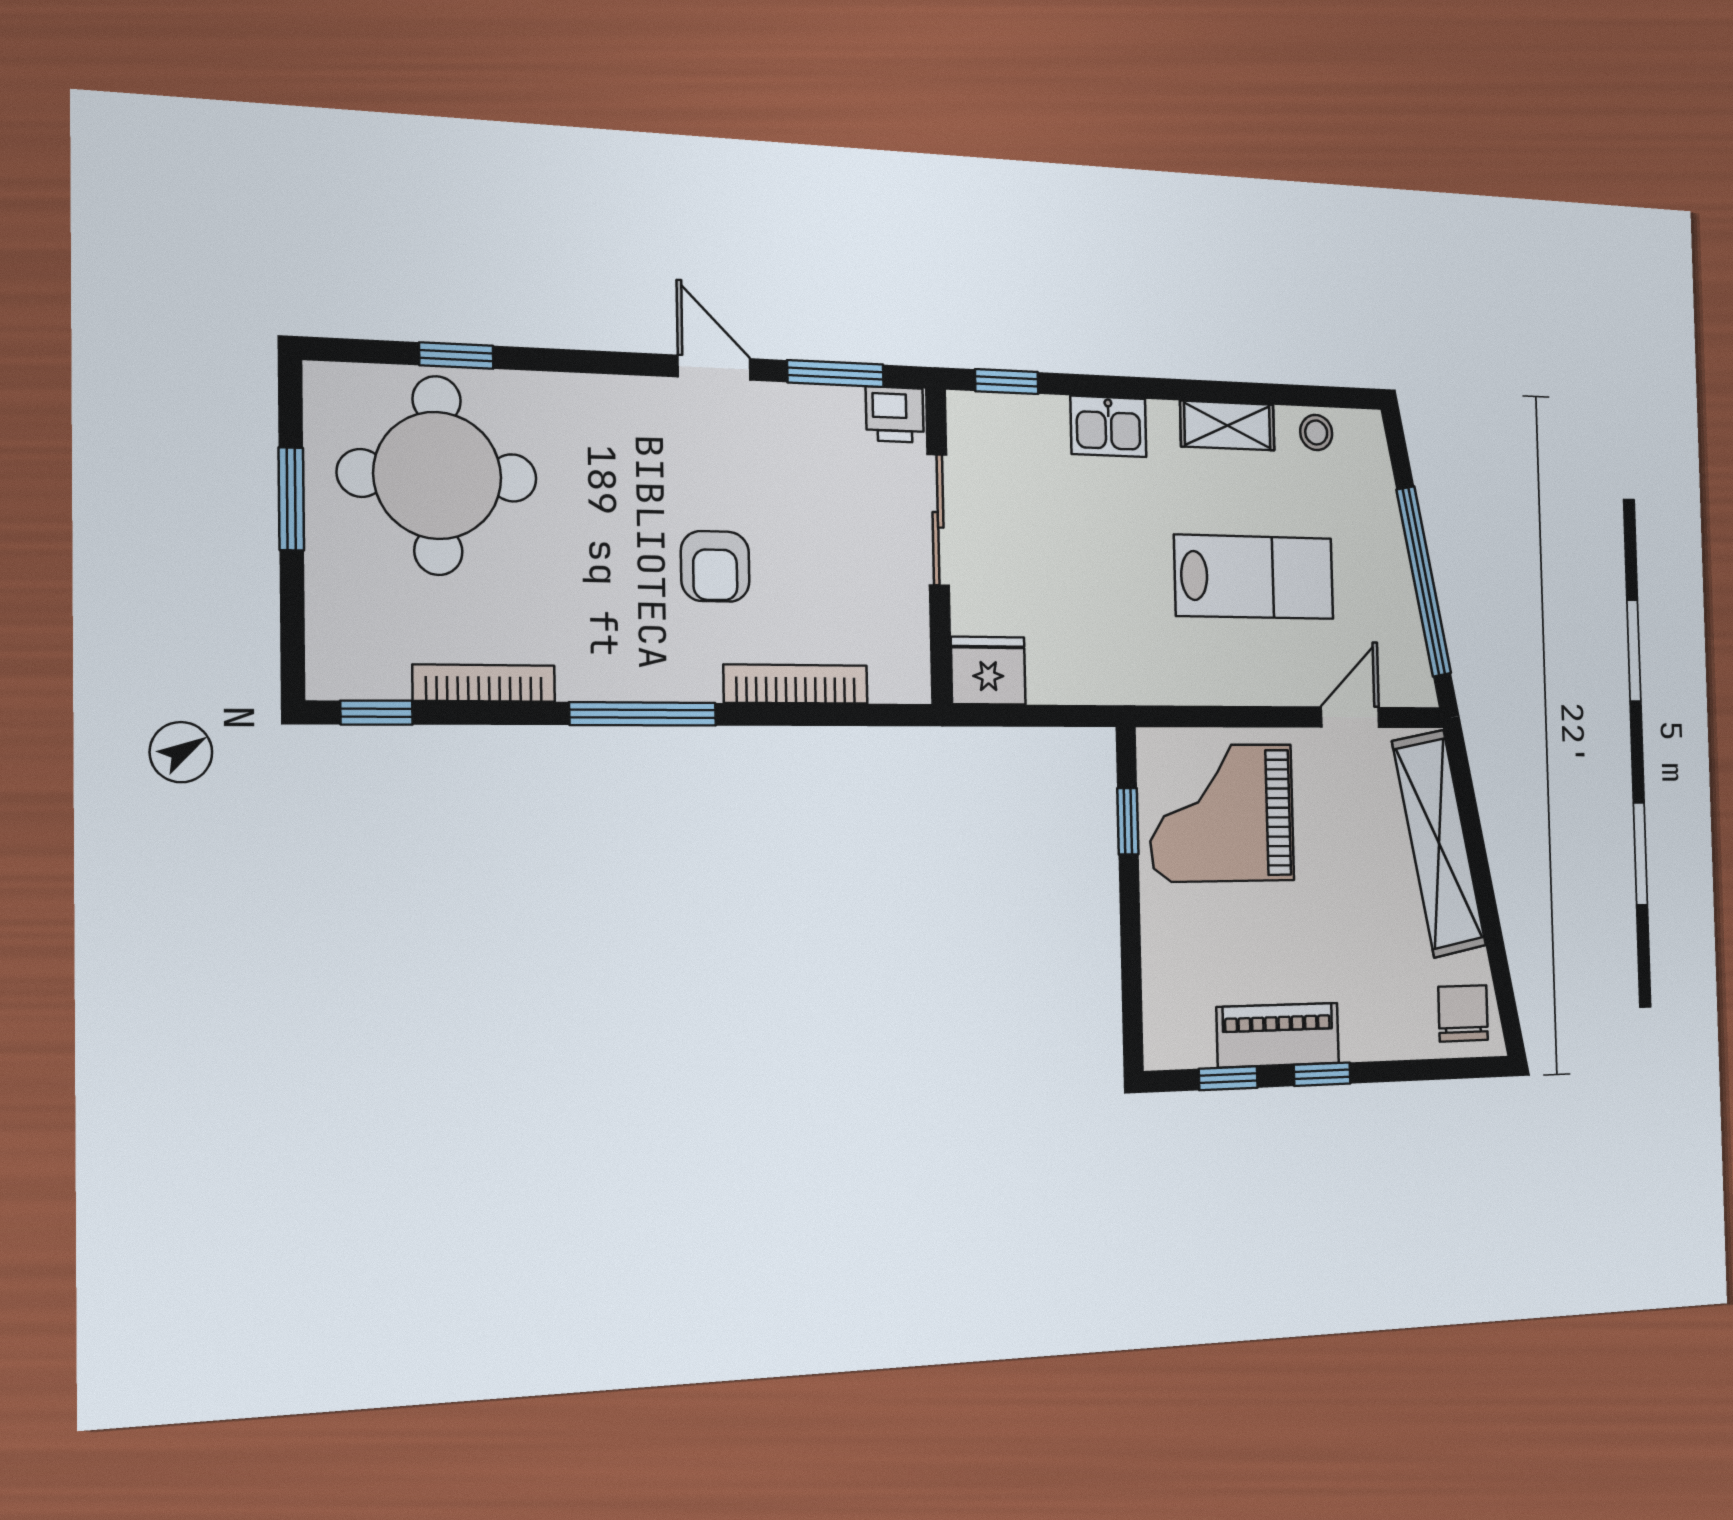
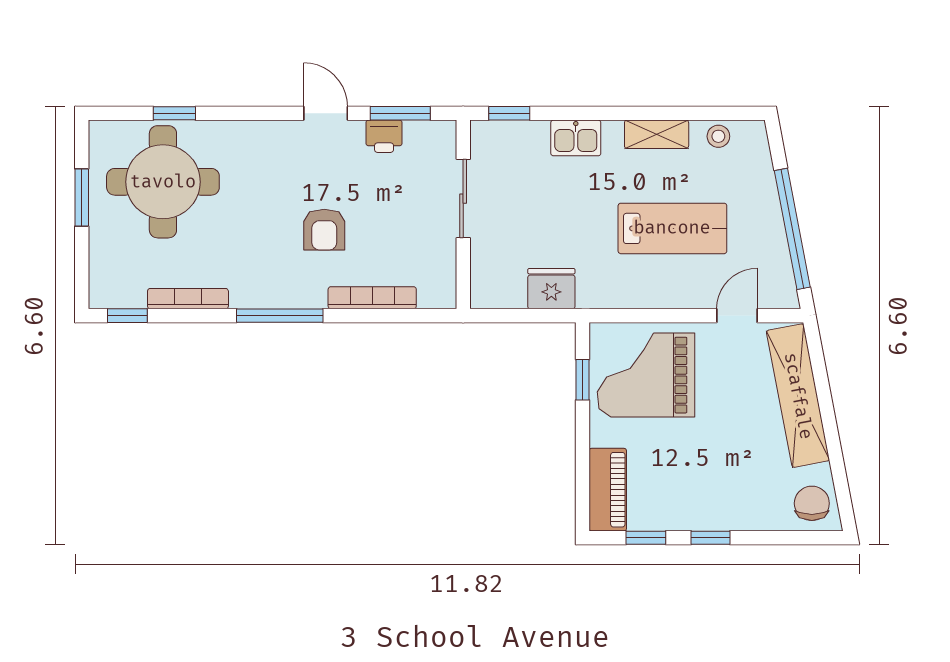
printer: (895, 414) -> (384, 136), moved
fridge: (988, 671) -> (551, 289), moved
piano: (1278, 1035) -> (608, 490), moved, turned 90

